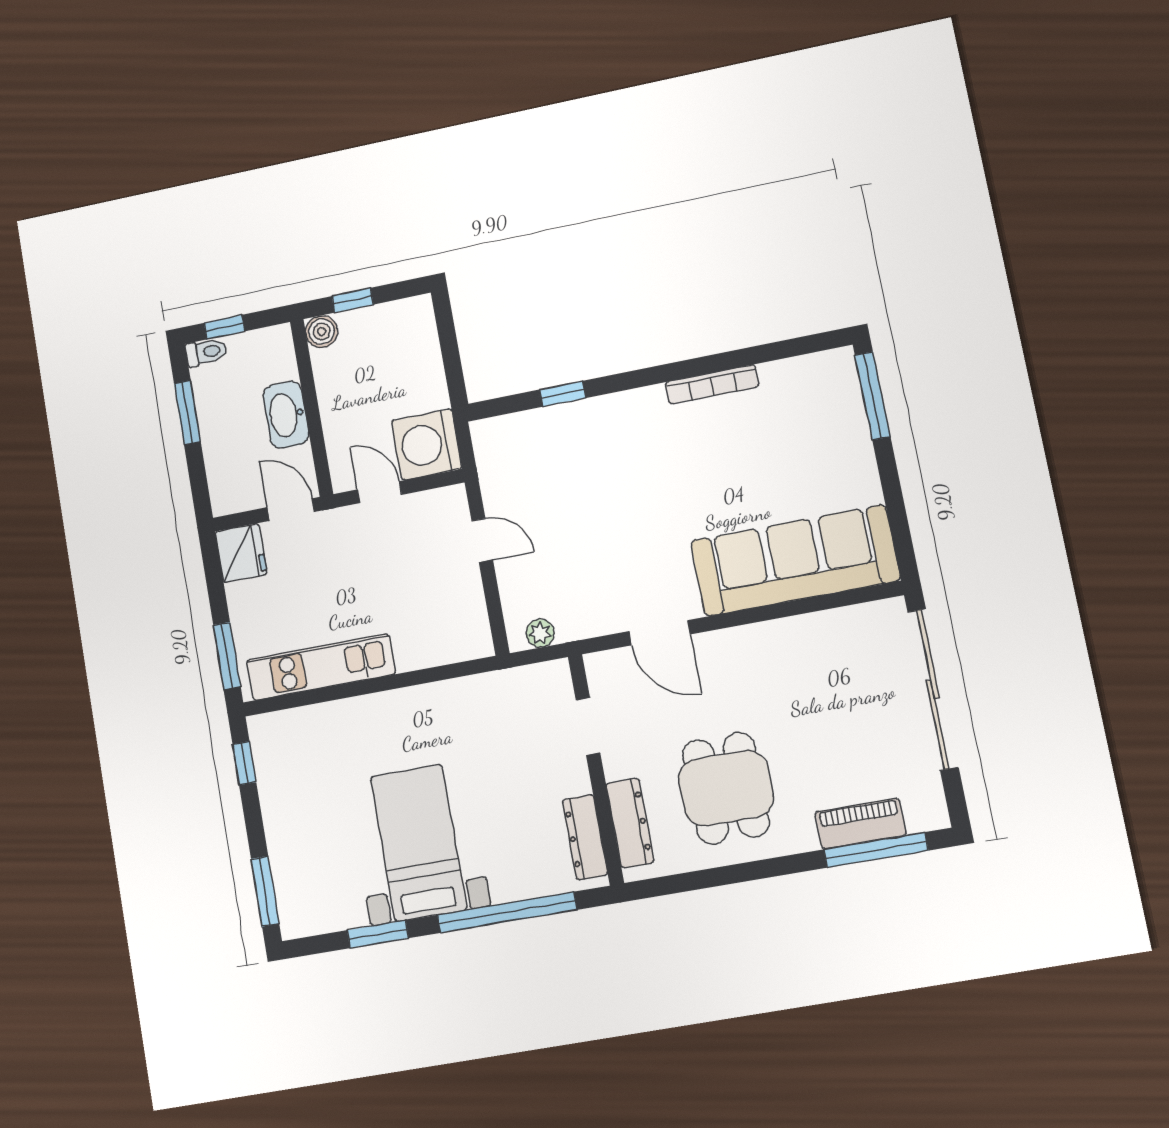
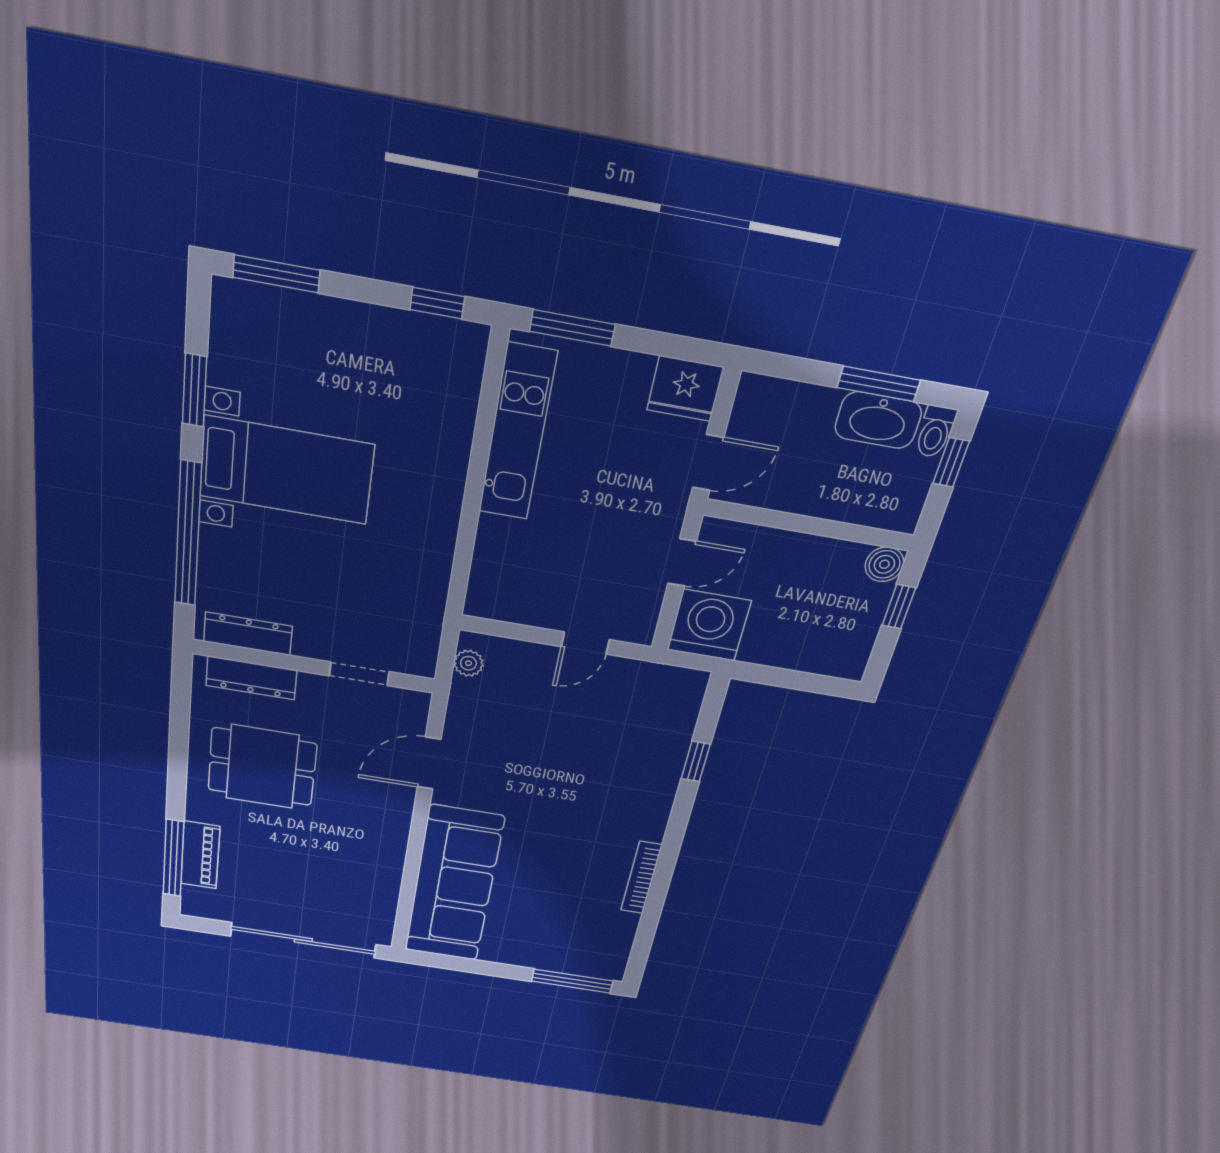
washbasin: (286, 415) -> (878, 420), moved, turned 180

